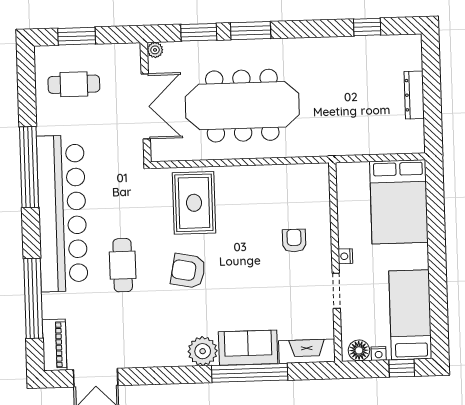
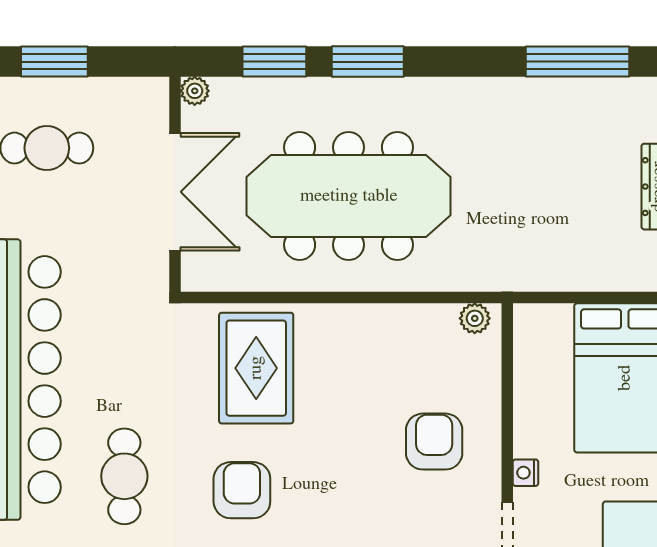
window: (367, 27) -> (578, 62), width x2.17
plant: (315, 171) -> (475, 318), added
armchair: (294, 241) -> (434, 442), width x1.38, depth x1.38
armchair: (188, 271) -> (242, 490), turned 79

